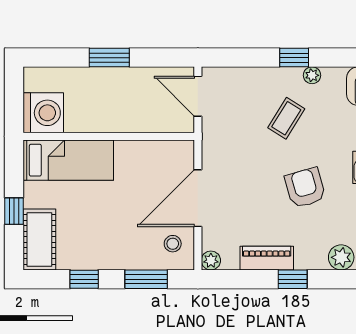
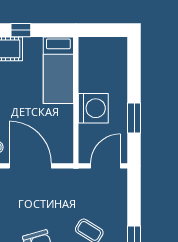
window: (109, 58) -> (134, 118), moved
washing machine: (43, 113) -> (93, 108), moved, turned -90

